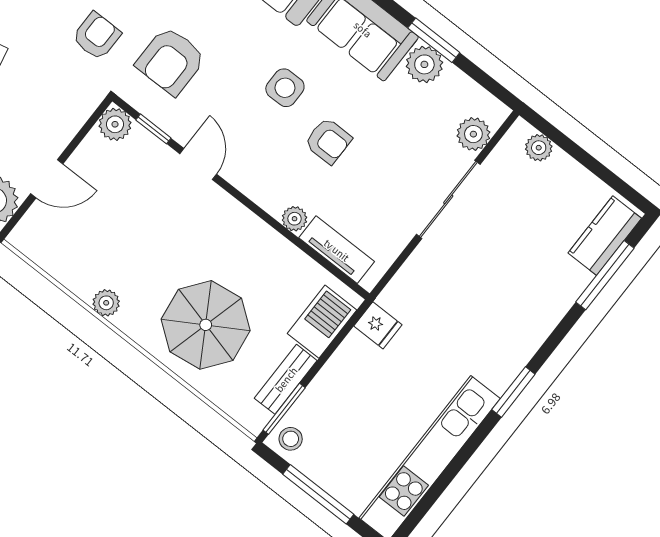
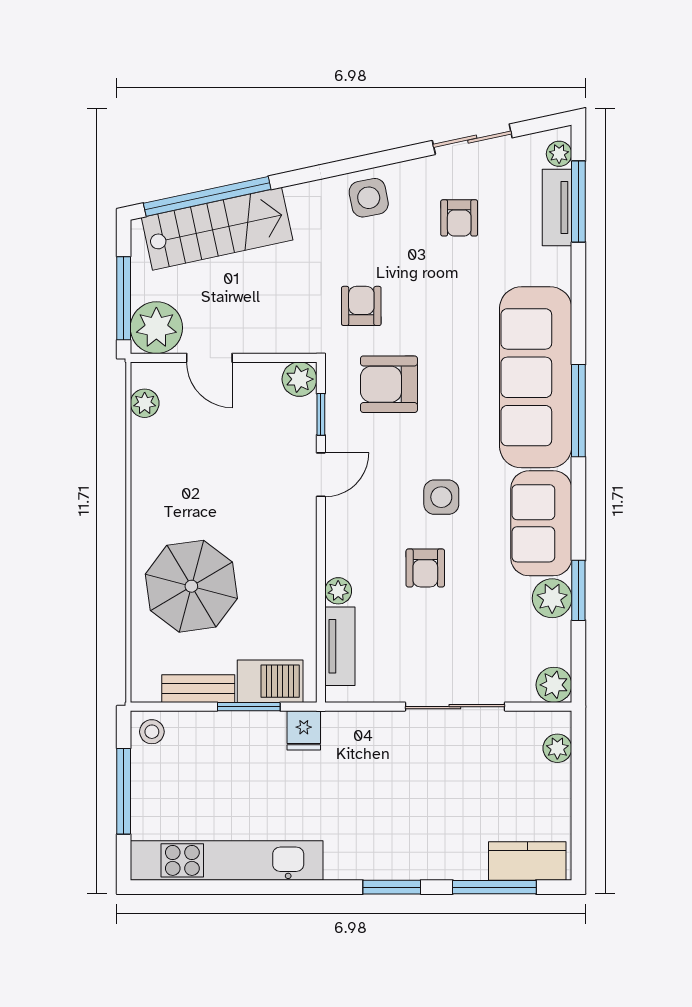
armchair: (97, 36) -> (361, 306), turned -90
plant: (473, 134) -> (554, 685), moved
plant: (106, 303) -> (145, 403), moved
window: (513, 392) -> (392, 887), moved
window: (284, 409) -> (249, 707), moved

